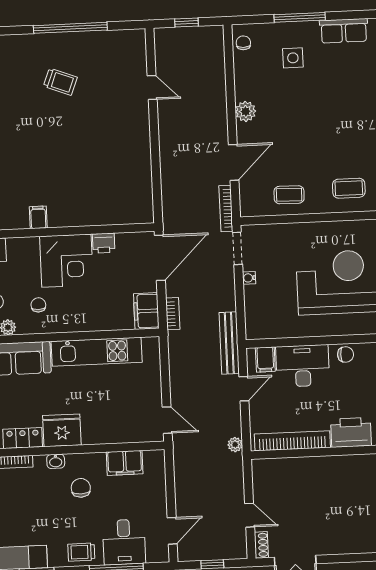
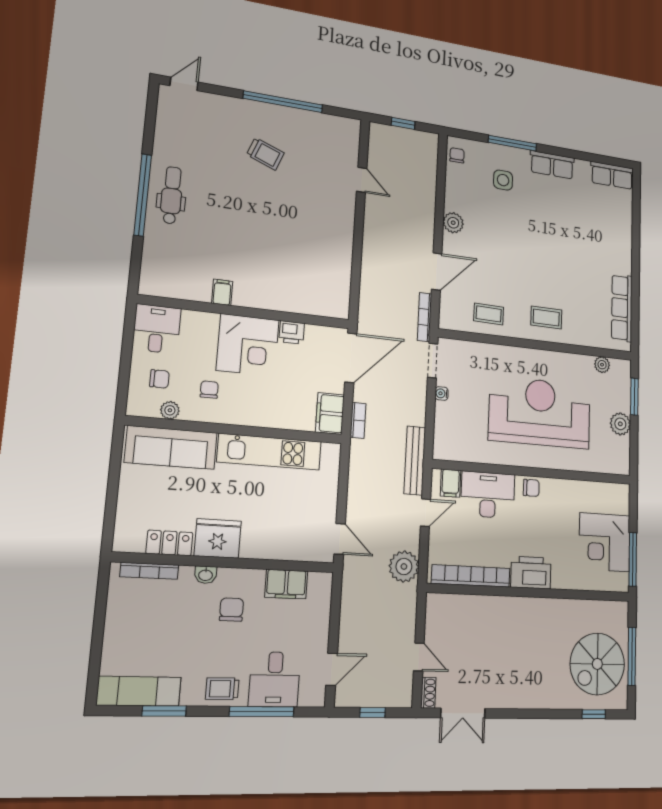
plant: (235, 445) -> (404, 566), width x1.88, depth x1.88

